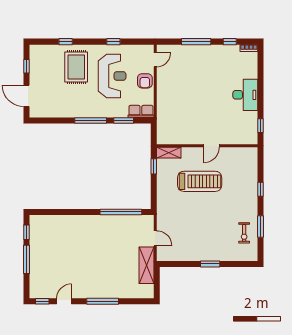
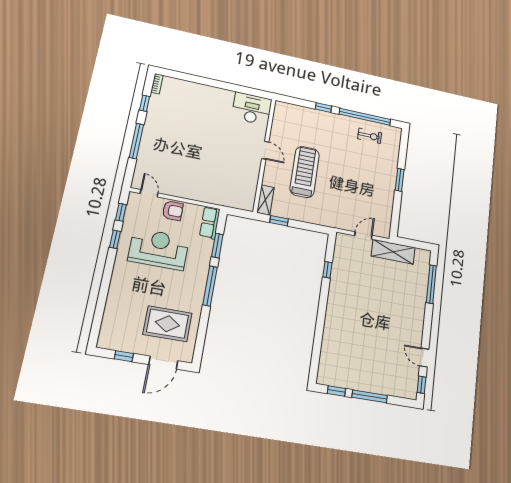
window: (66, 42) -> (121, 212), moved
rug: (76, 67) -> (167, 324), moved
desk: (245, 95) -> (252, 109), moved
window: (261, 126) -> (251, 91), removed
window: (121, 212) -> (327, 270), width x0.32
window: (261, 227) -> (365, 117), width x2.11
window: (103, 301) -> (431, 284), moved

